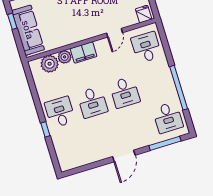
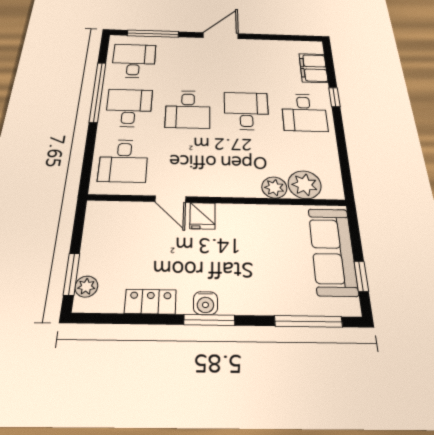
fridge: (144, 14) -> (203, 216), moved
door: (114, 33) -> (170, 199), swing flipped
filing cabinet: (83, 52) -> (313, 68), moved, turned -90
desk: (157, 82) -> (129, 108), added
desk: (125, 92) -> (188, 109), turned 180

